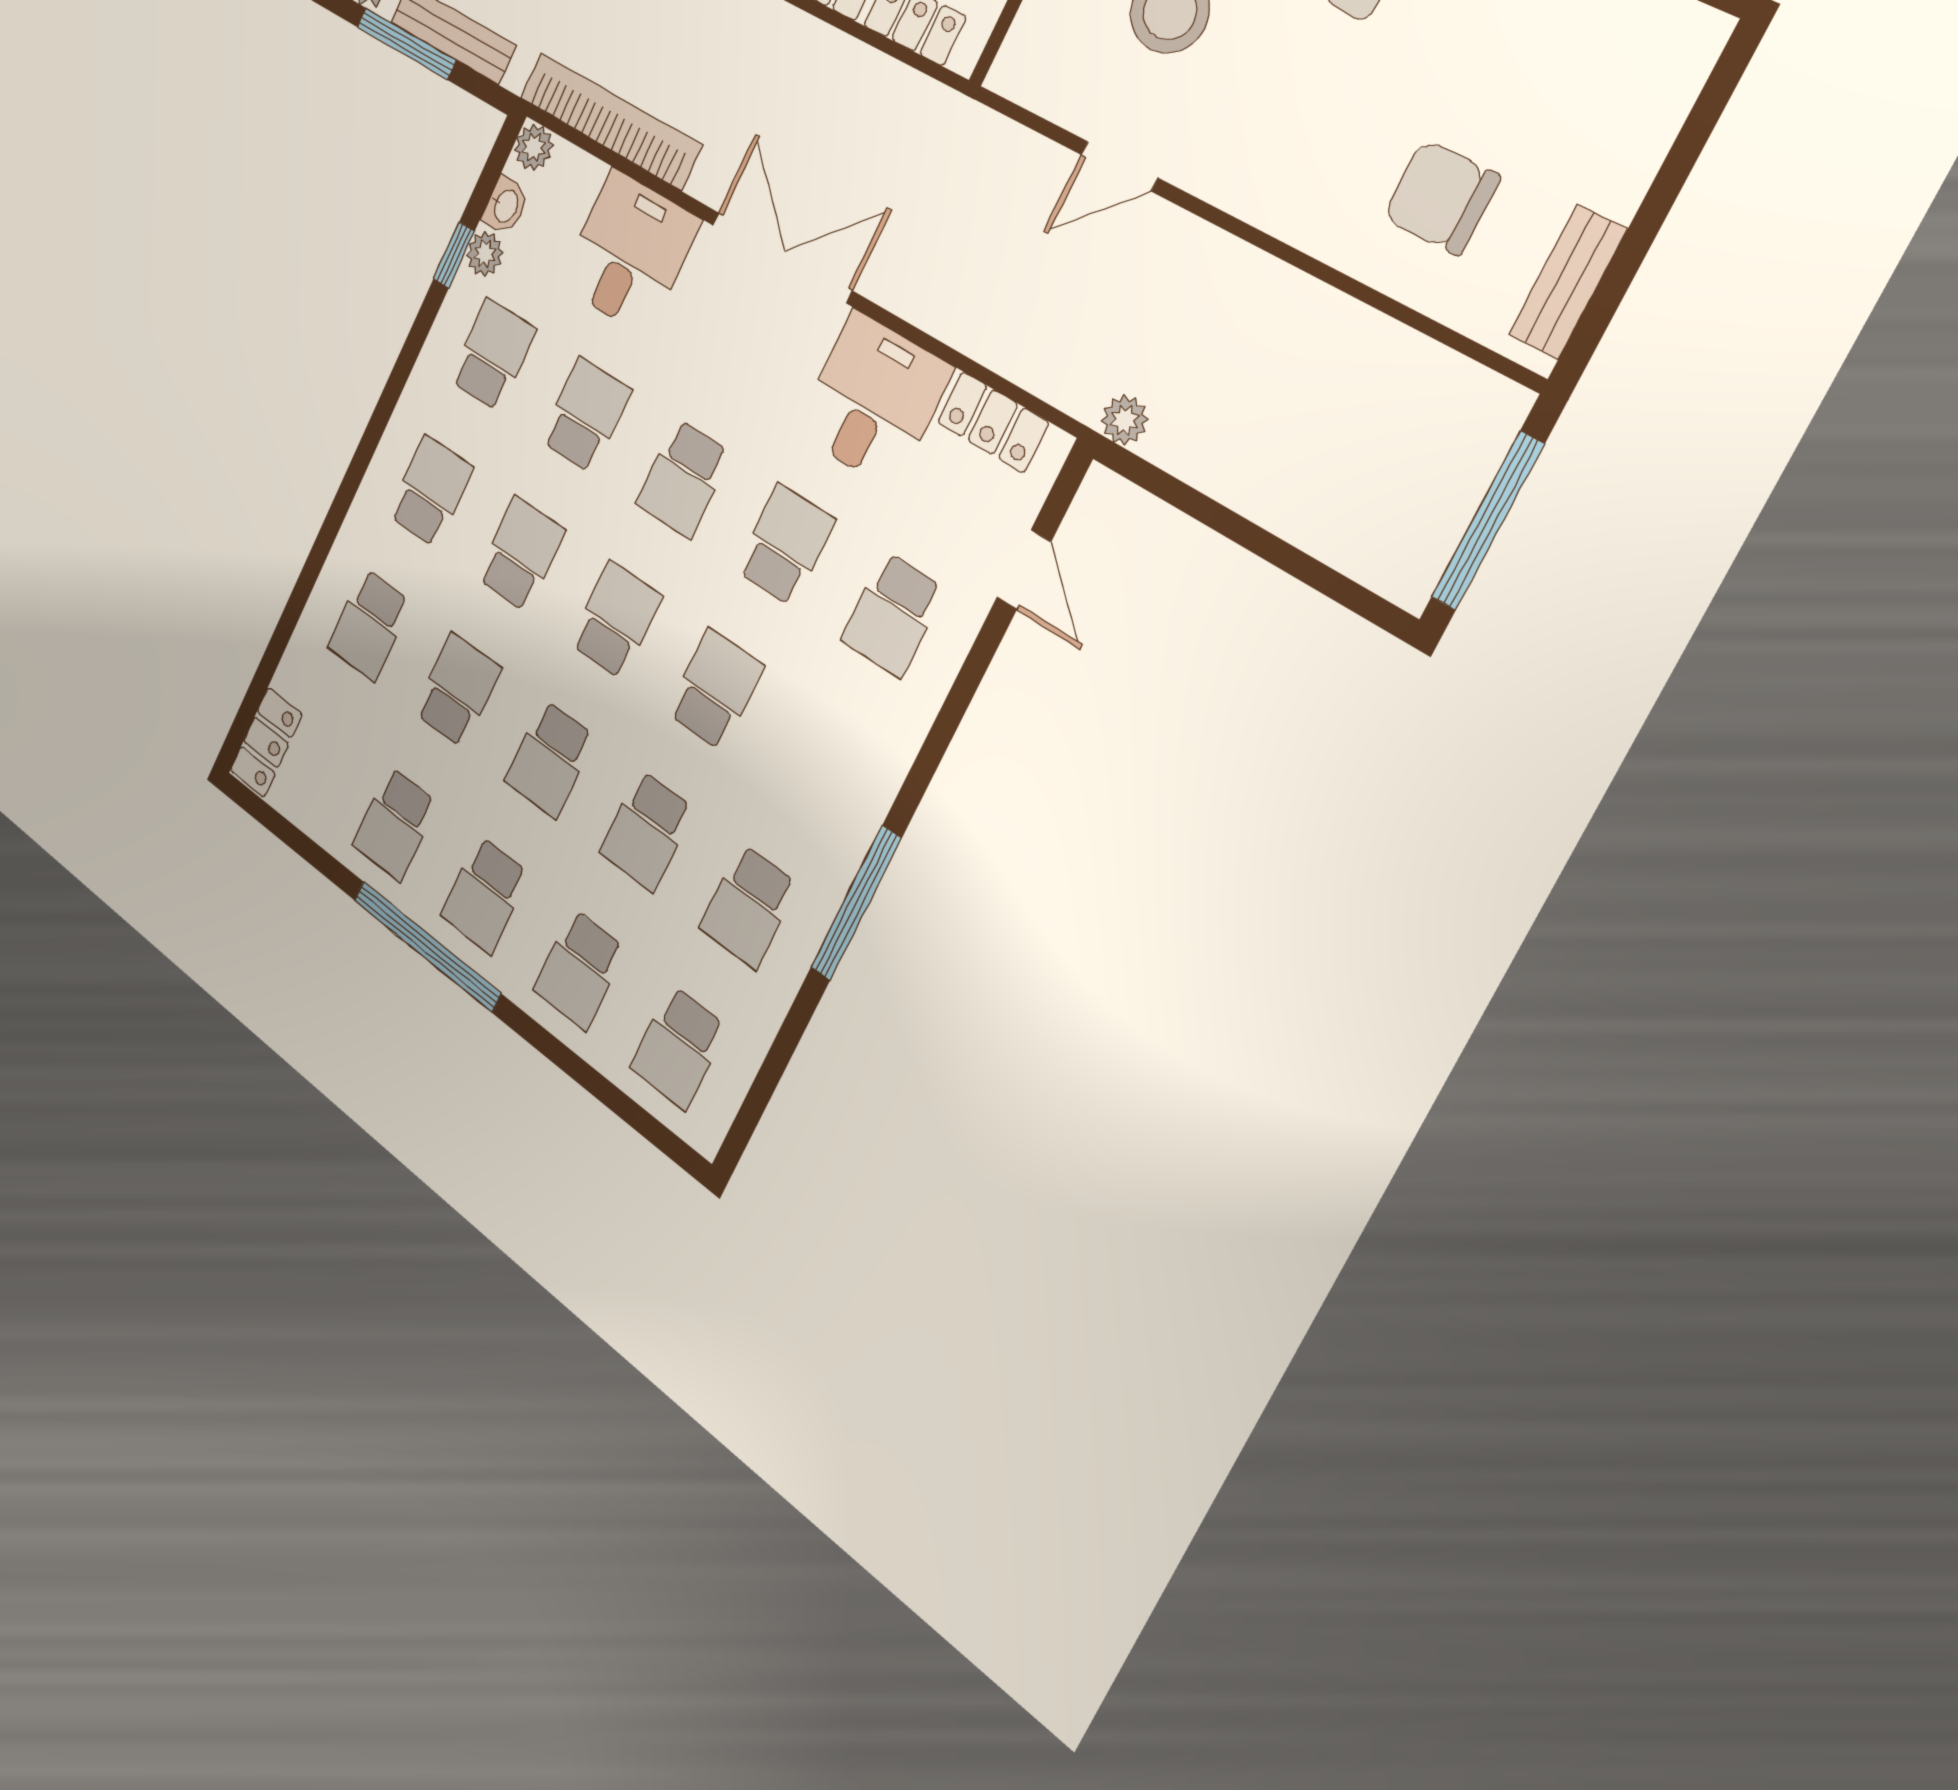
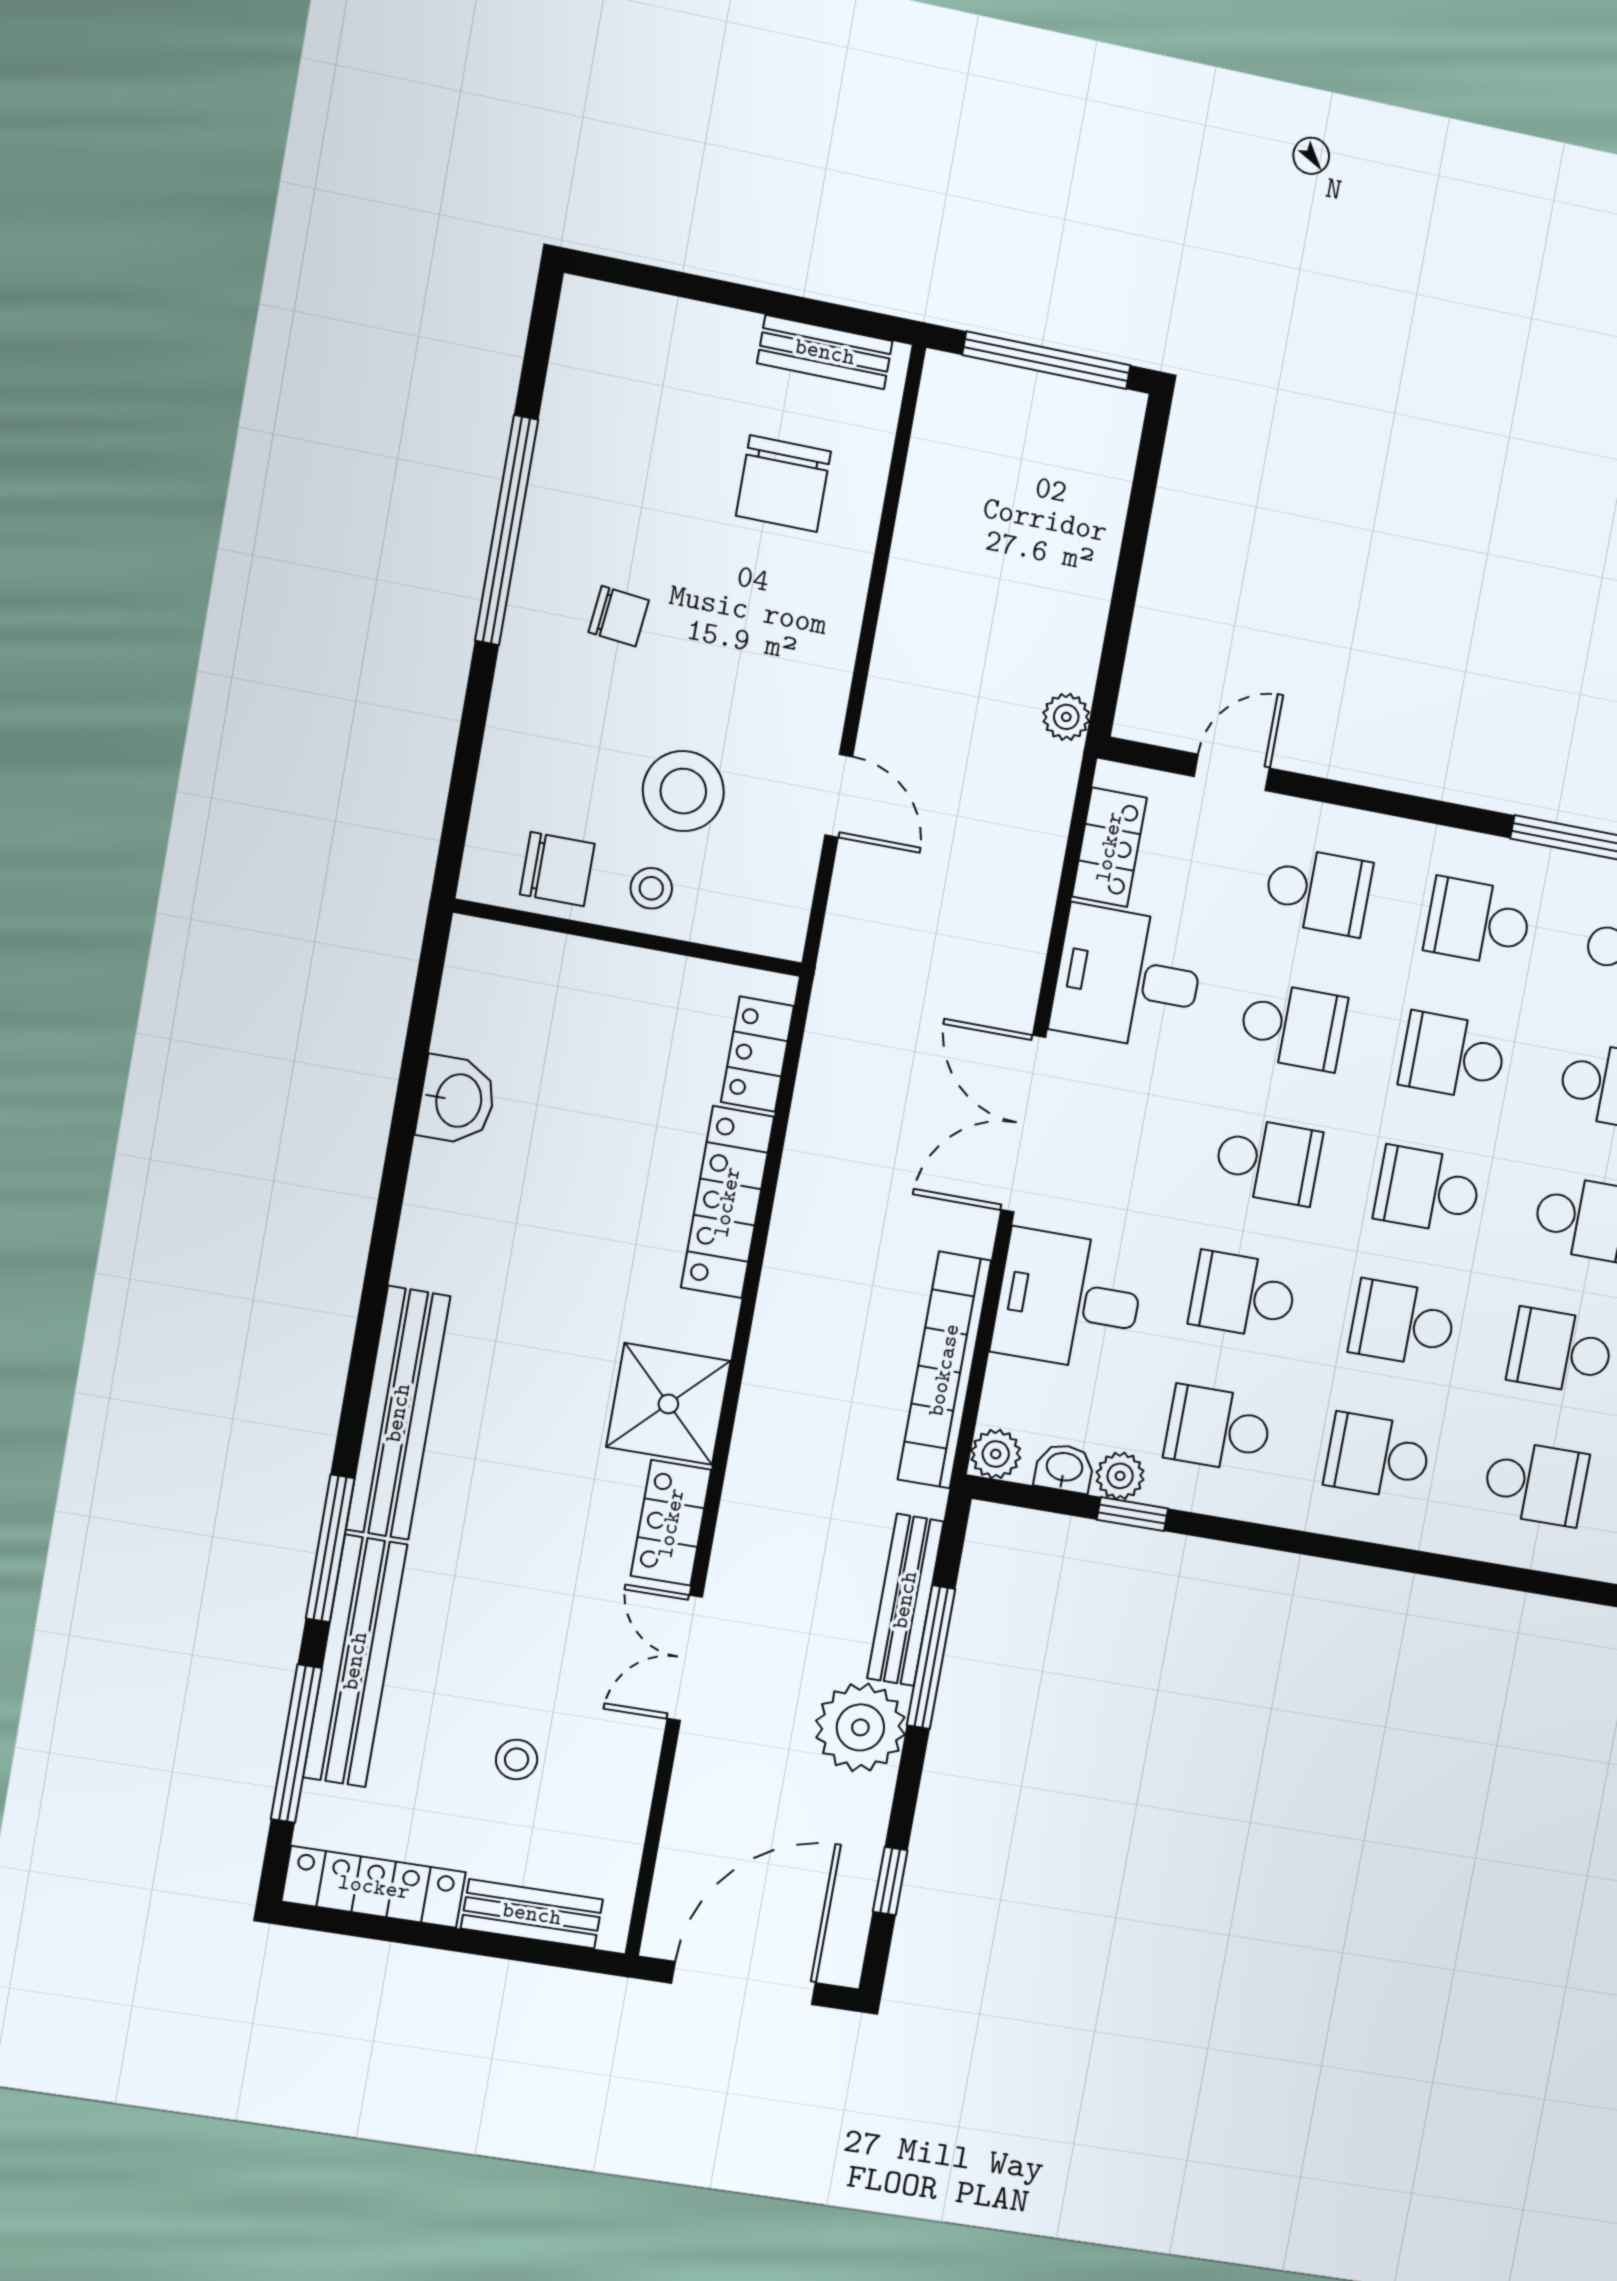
school desk: (785, 545) -> (1293, 1026), turned 180
school desk: (820, 762) -> (1478, 922), added

